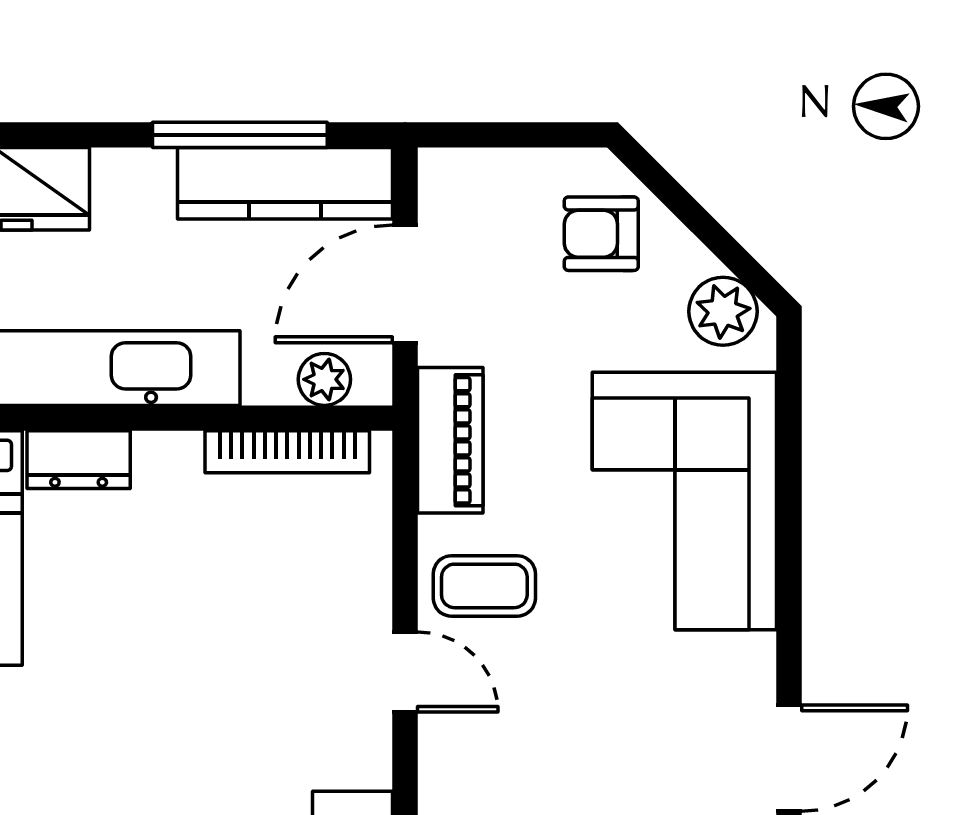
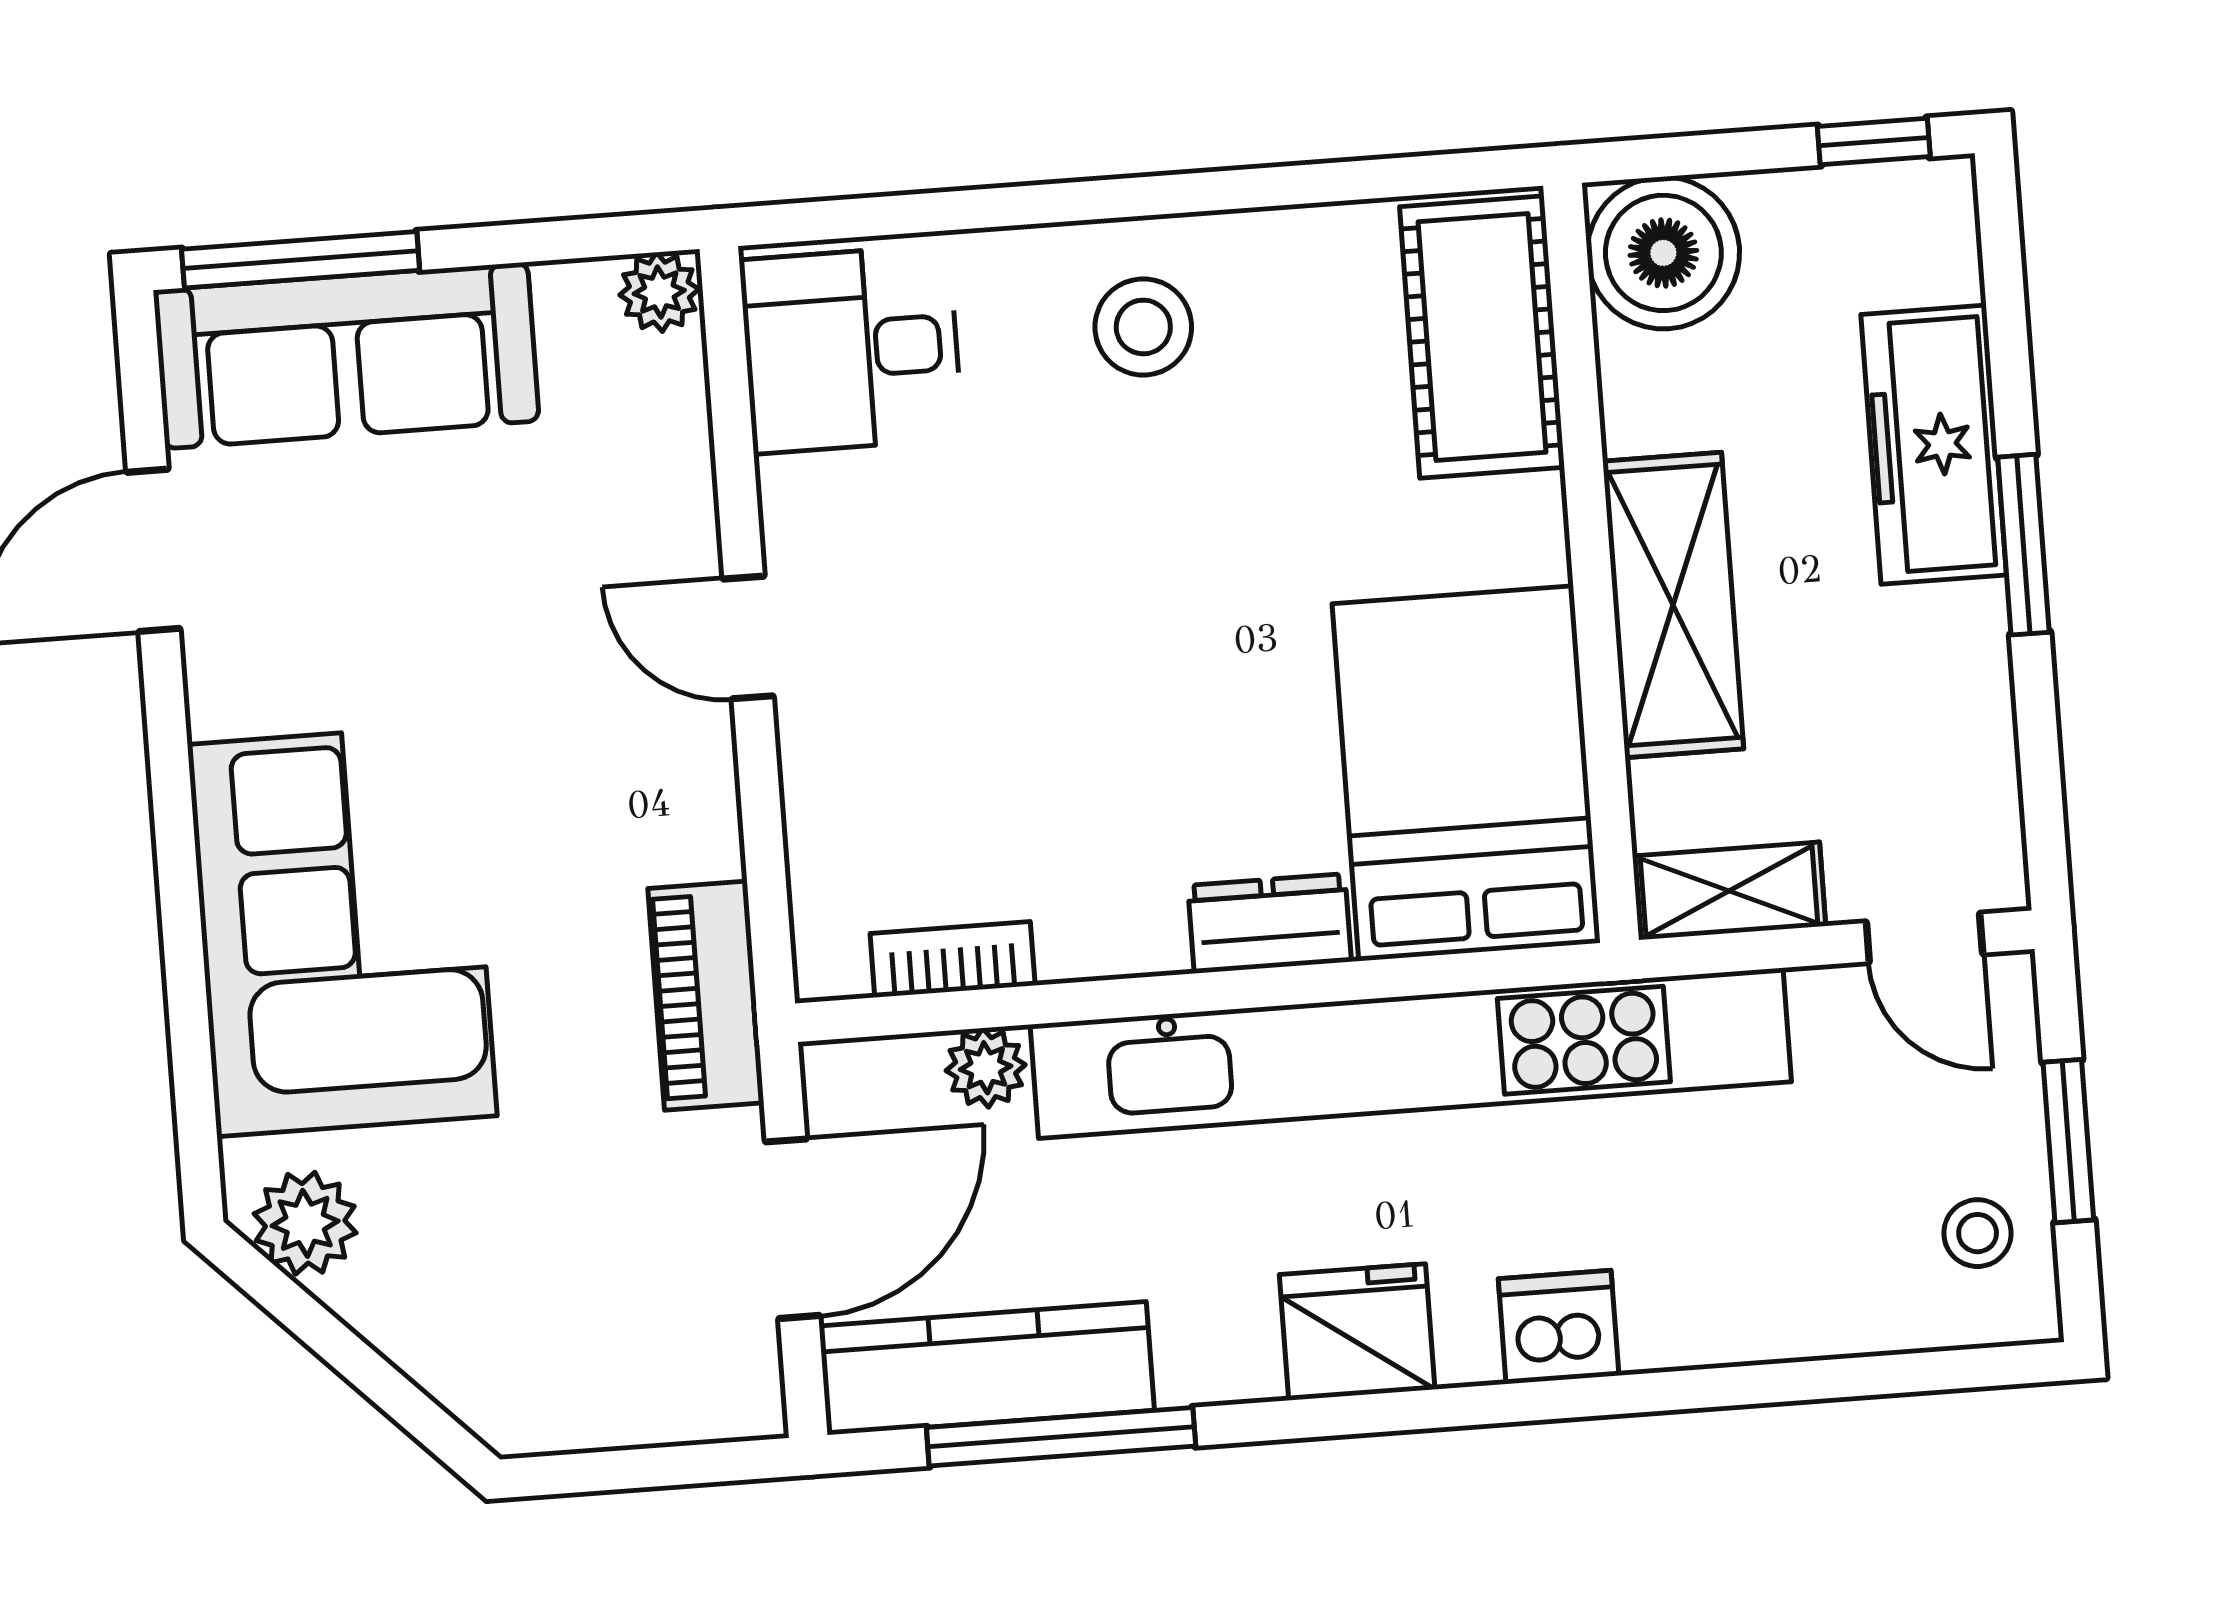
armchair: (601, 234) -> (500, 1328), removed
plant: (324, 379) -> (986, 1068), moved
bookcase: (287, 452) -> (953, 959), width x0.64
coffee table: (484, 586) -> (637, 778), removed

